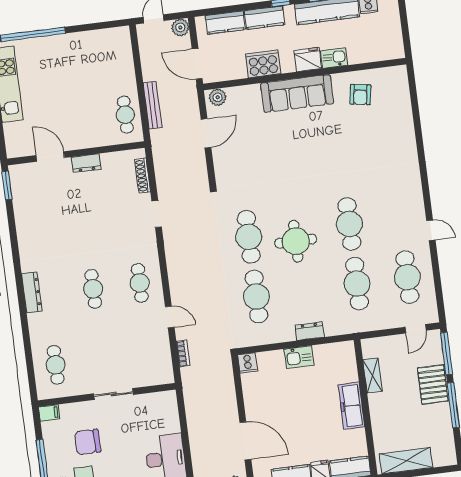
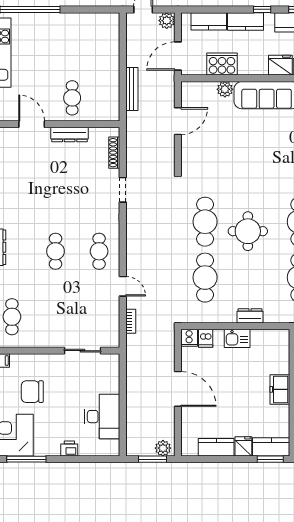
door: (197, 64) -> (178, 56), hinge flipped
cooker: (263, 64) -> (222, 64), moved
plant: (218, 97) -> (225, 89), moved
cafe table: (125, 115) -> (72, 98), moved
dresser: (86, 163) -> (70, 135), width x1.44
dishwasher: (265, 361) -> (206, 338), added
sliding door: (114, 394) -> (83, 351), moved
freezer: (351, 406) -> (280, 389), width x0.71
door: (245, 441) -> (178, 389), moved

